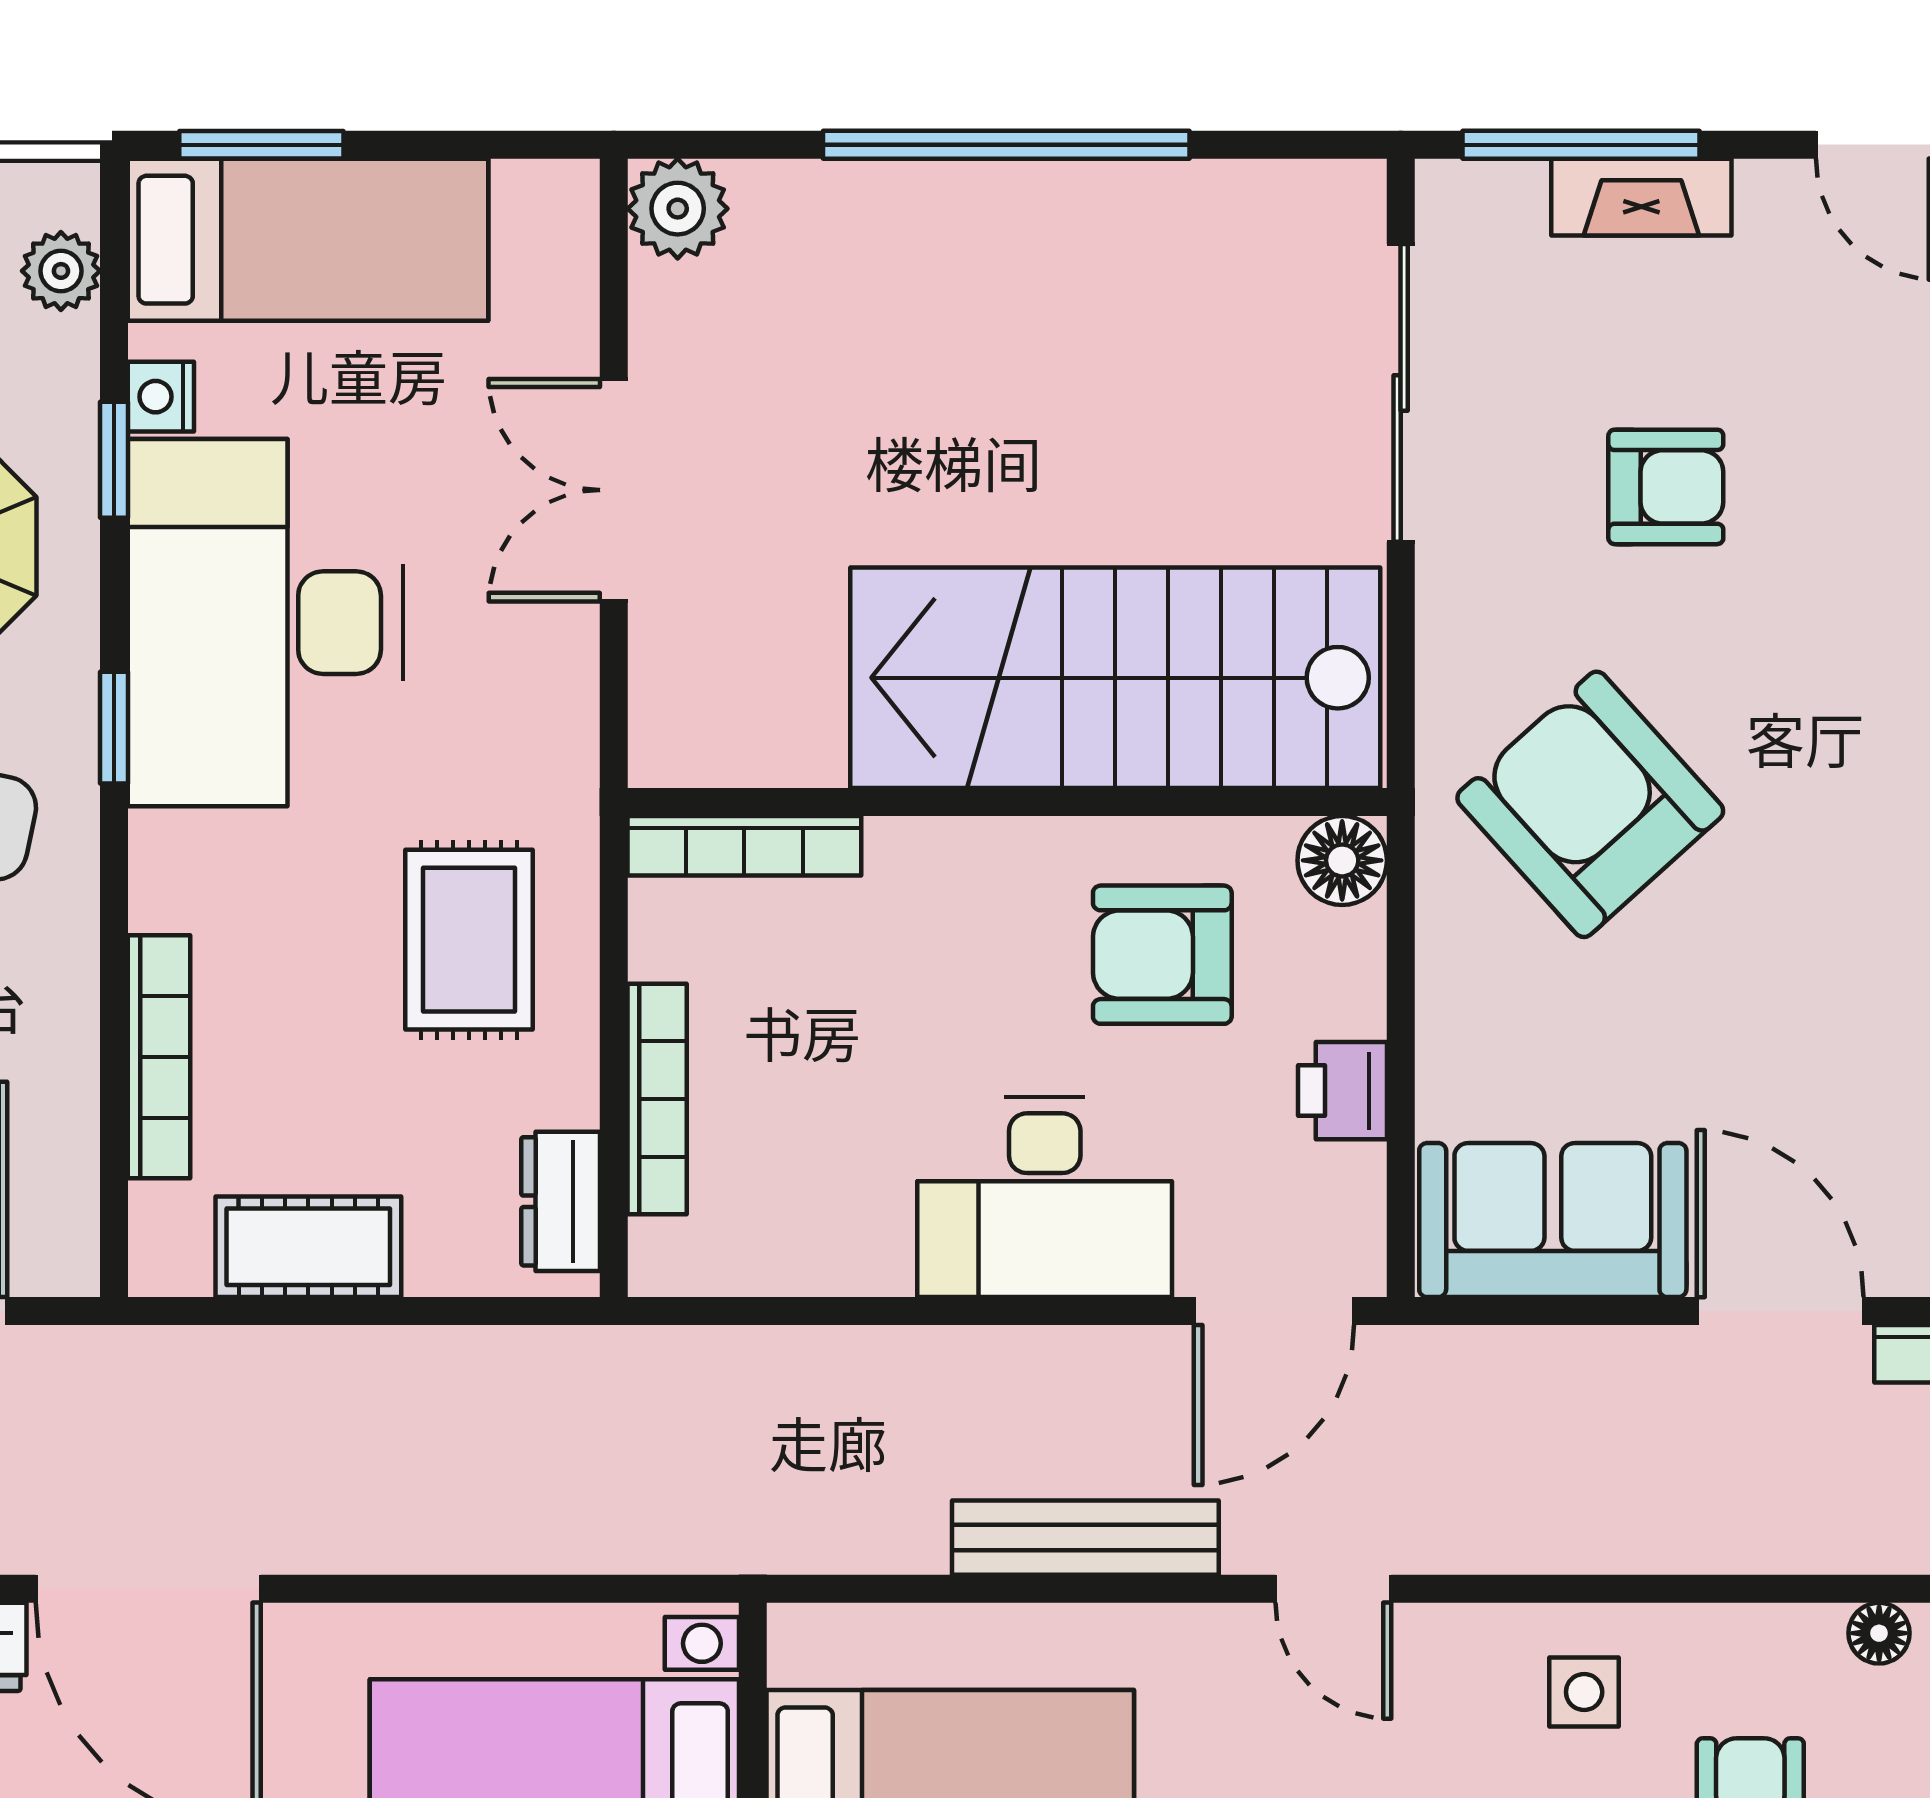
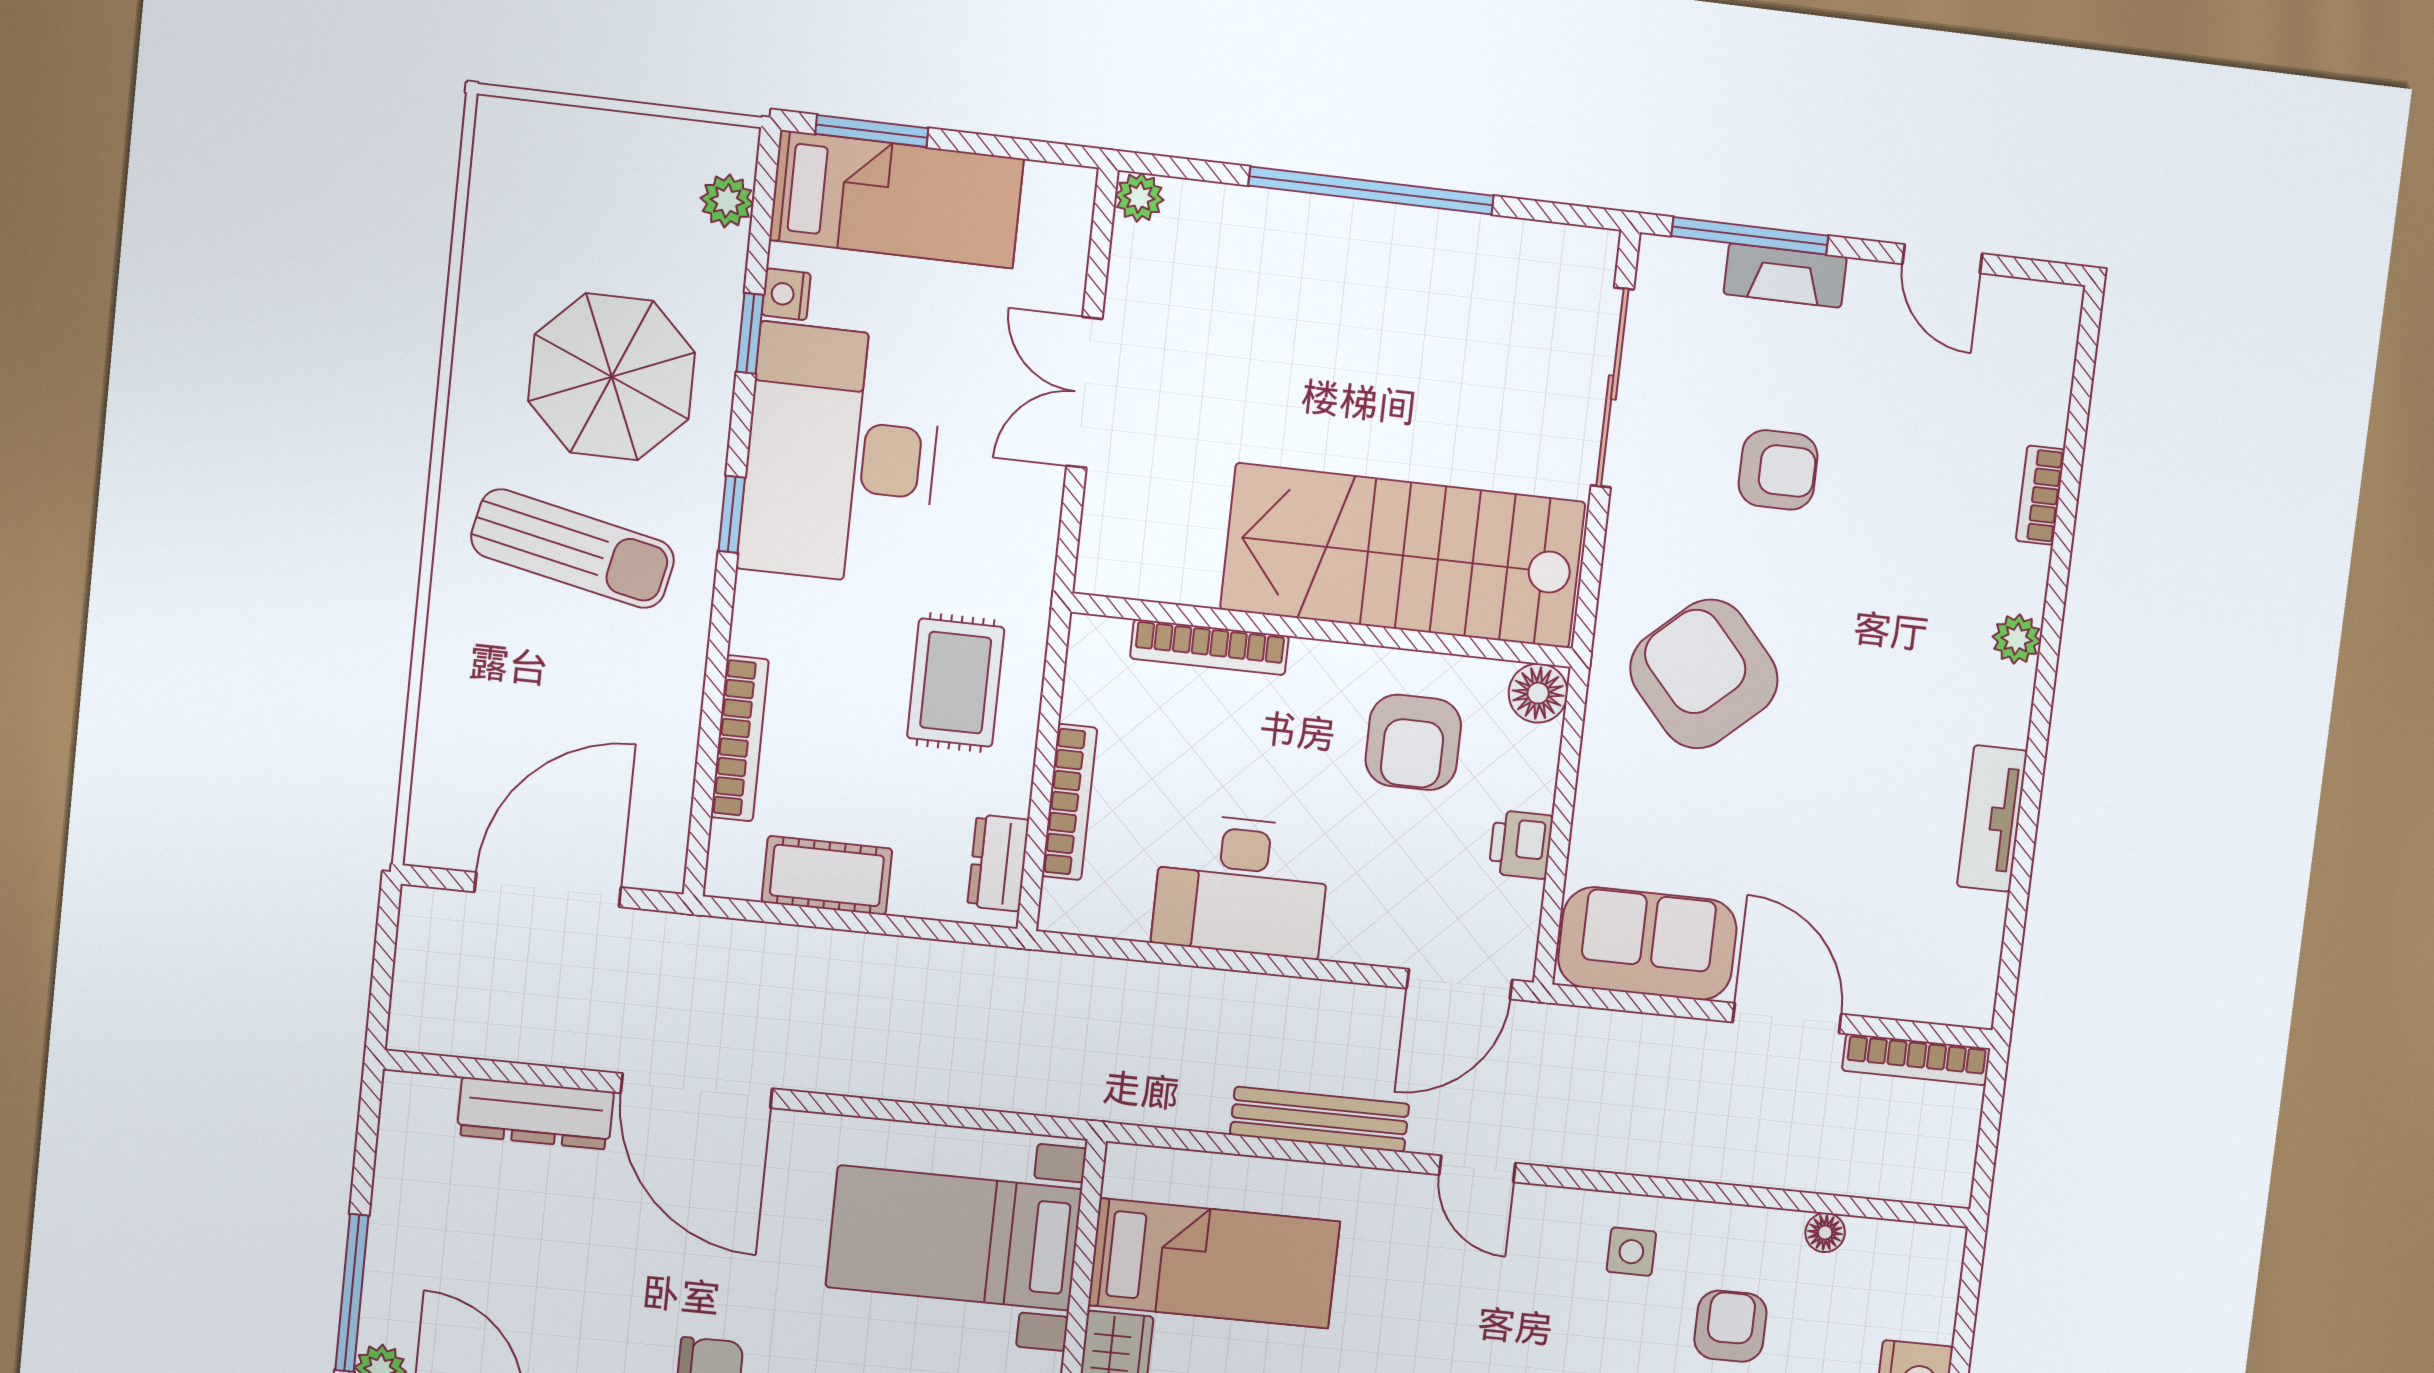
plant: (678, 209) -> (1139, 197), width x0.73, depth x0.73
bookcase: (744, 846) -> (1209, 647), moved
armchair: (1162, 955) -> (1413, 742), turned -90
desk: (1045, 1197) -> (1241, 886), moved

